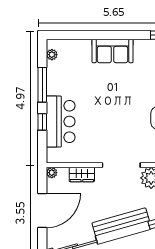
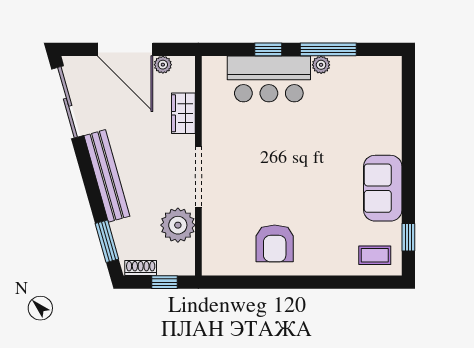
sofa: (113, 51) -> (383, 188), moved
plant: (52, 55) -> (321, 65), moved
plant: (52, 173) -> (163, 65), moved

